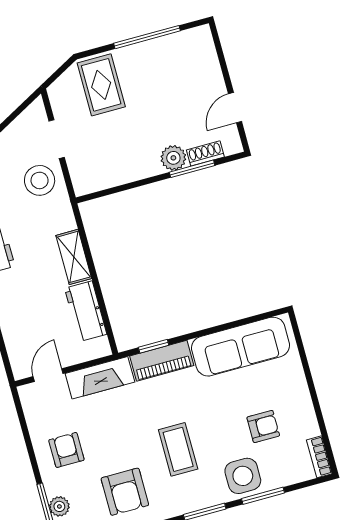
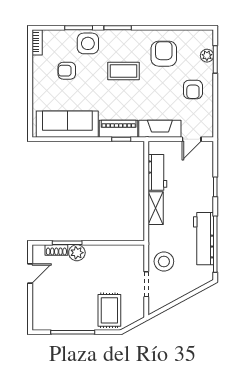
coffee table: (178, 449) -> (124, 71), turned 90

